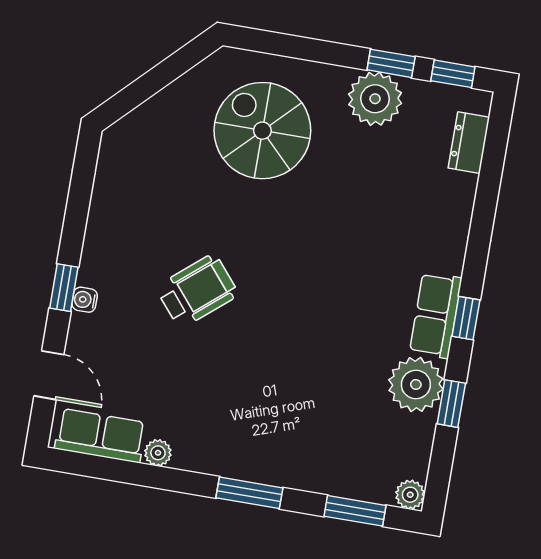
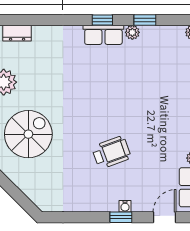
spiral stairs: (262, 131) -> (28, 134), turned 180
wheelchair: (197, 291) -> (111, 152), turned 110
plant: (416, 384) -> (132, 32), width x0.53, depth x0.53

